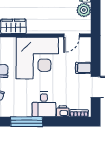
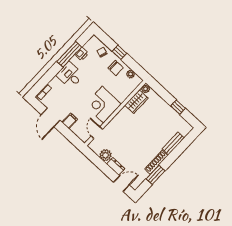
corner desk: (37, 58) -> (103, 105), width x0.74, depth x0.74
printer: (63, 111) -> (82, 54), moved

